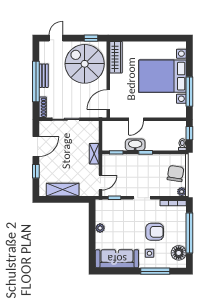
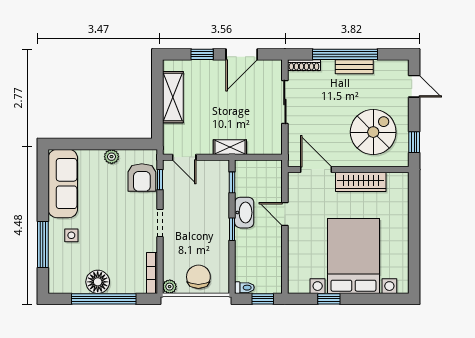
wardrobe: (116, 57) -> (361, 182), moved
spiral stairs: (85, 64) -> (373, 132), width x0.73, depth x0.73
window: (189, 92) -> (329, 299), width x0.46
door: (36, 146) -> (242, 54), hinge flipped
chair: (175, 174) -> (198, 277), turned -99
armchair: (155, 232) -> (142, 178), moved
floor lamp: (179, 253) -> (98, 282), moved

